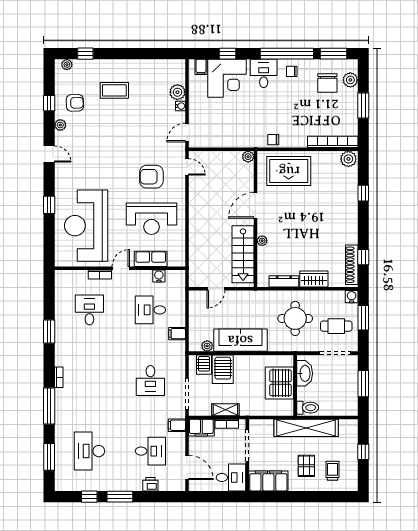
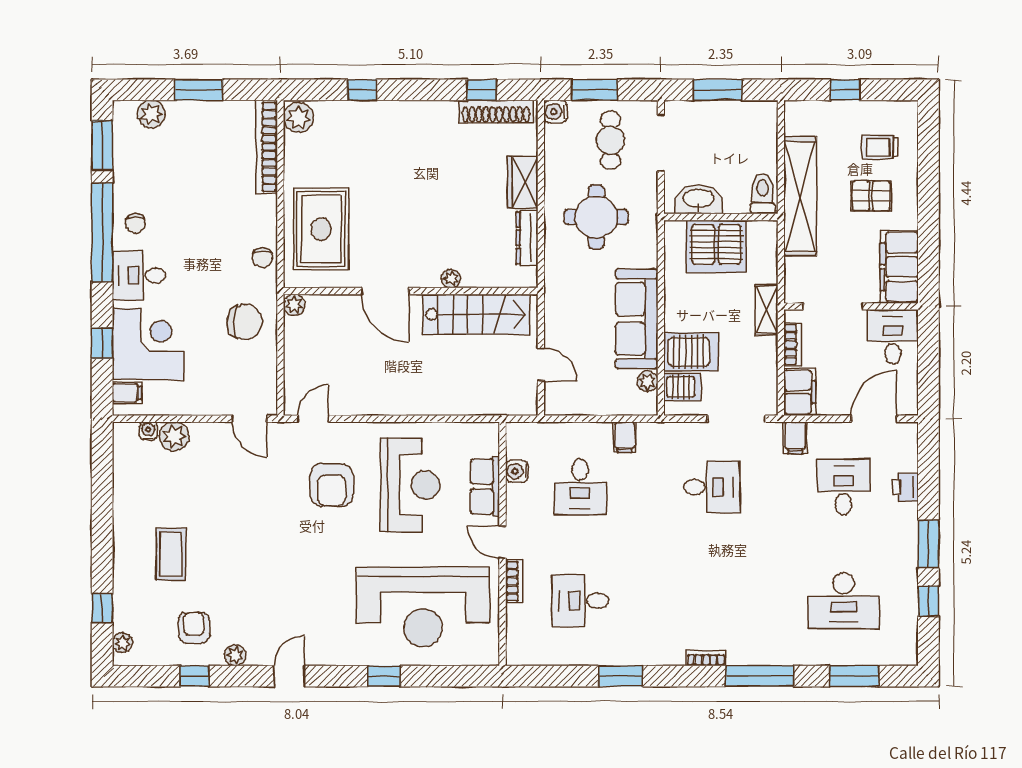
chair: (327, 83) -> (244, 322), moved
water cooler: (180, 106) -> (148, 431), moved
shelving: (225, 410) -> (767, 309), moved

